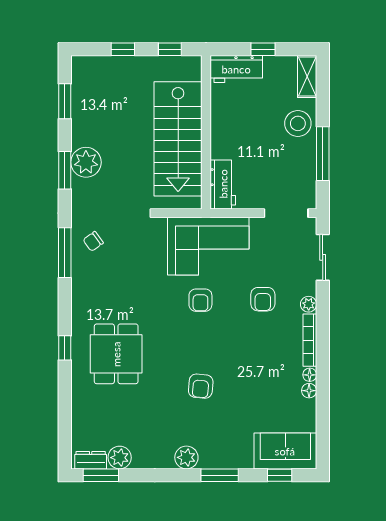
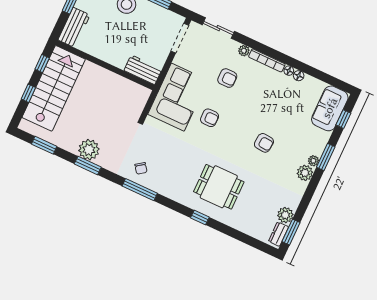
stairs: (178, 139) -> (54, 88), moved, turned -90
plant: (207, 461) -> (313, 161), added

